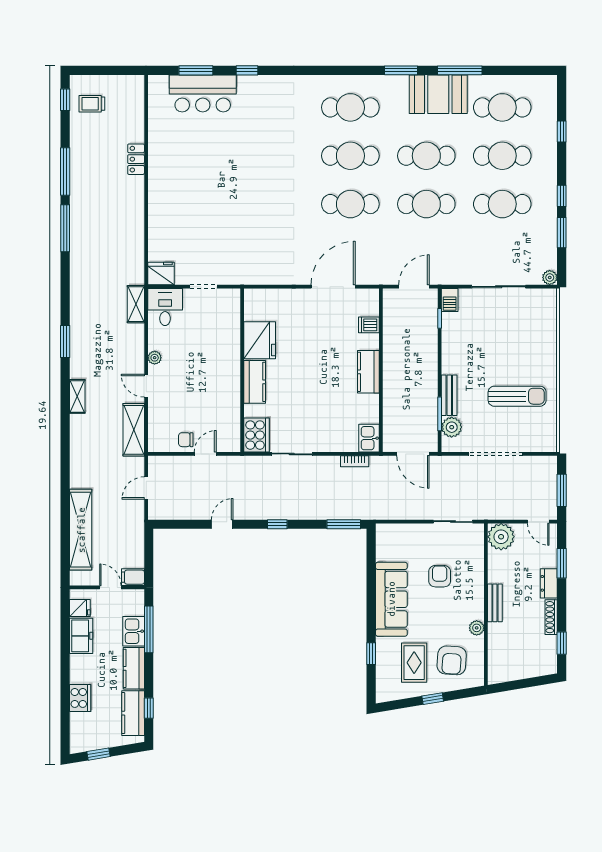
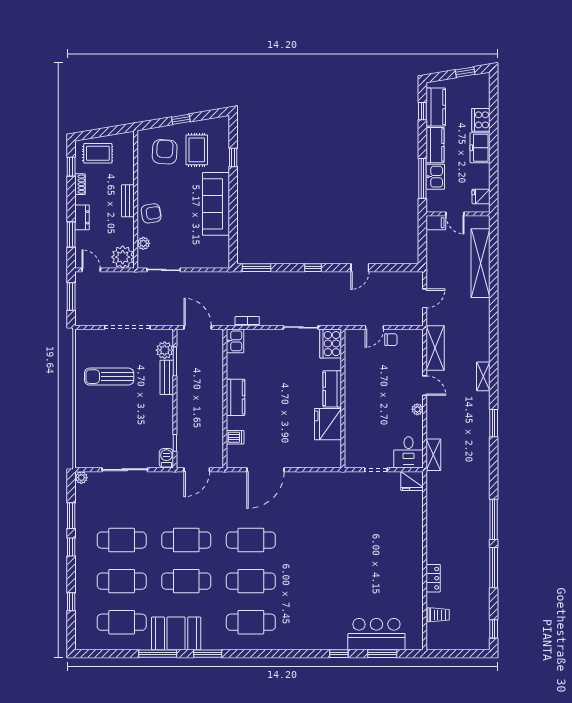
trolley: (92, 104) -> (438, 615), moved
armchair: (440, 576) -> (151, 213), moved, turned -100
shoe rack: (551, 617) -> (80, 184), width x0.70
plant: (477, 628) -> (143, 243), moved
freezer: (81, 636) -> (480, 148), moved
rug: (530, 659) -> (98, 153), added

